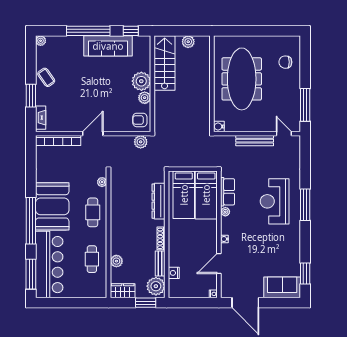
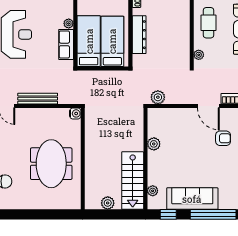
meeting table: (242, 79) -> (51, 164), width x0.73
plant: (141, 81) -> (153, 191), moved, width x0.53, depth x0.53
armchair: (140, 120) -> (223, 138), moved
door: (93, 134) -> (208, 106), hinge flipped

